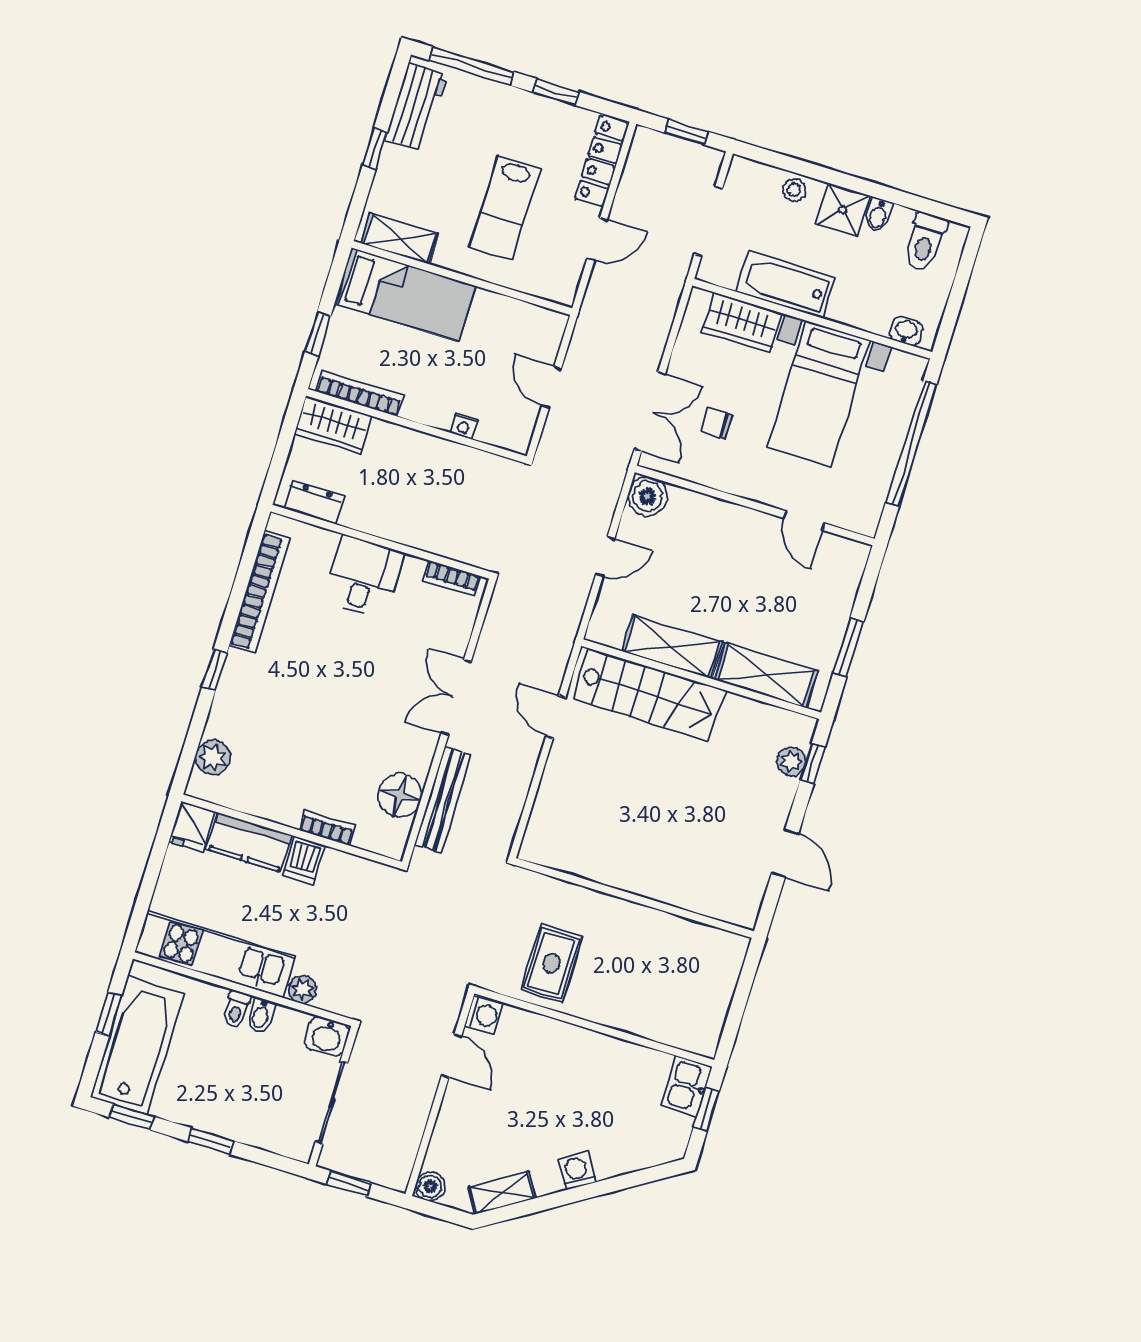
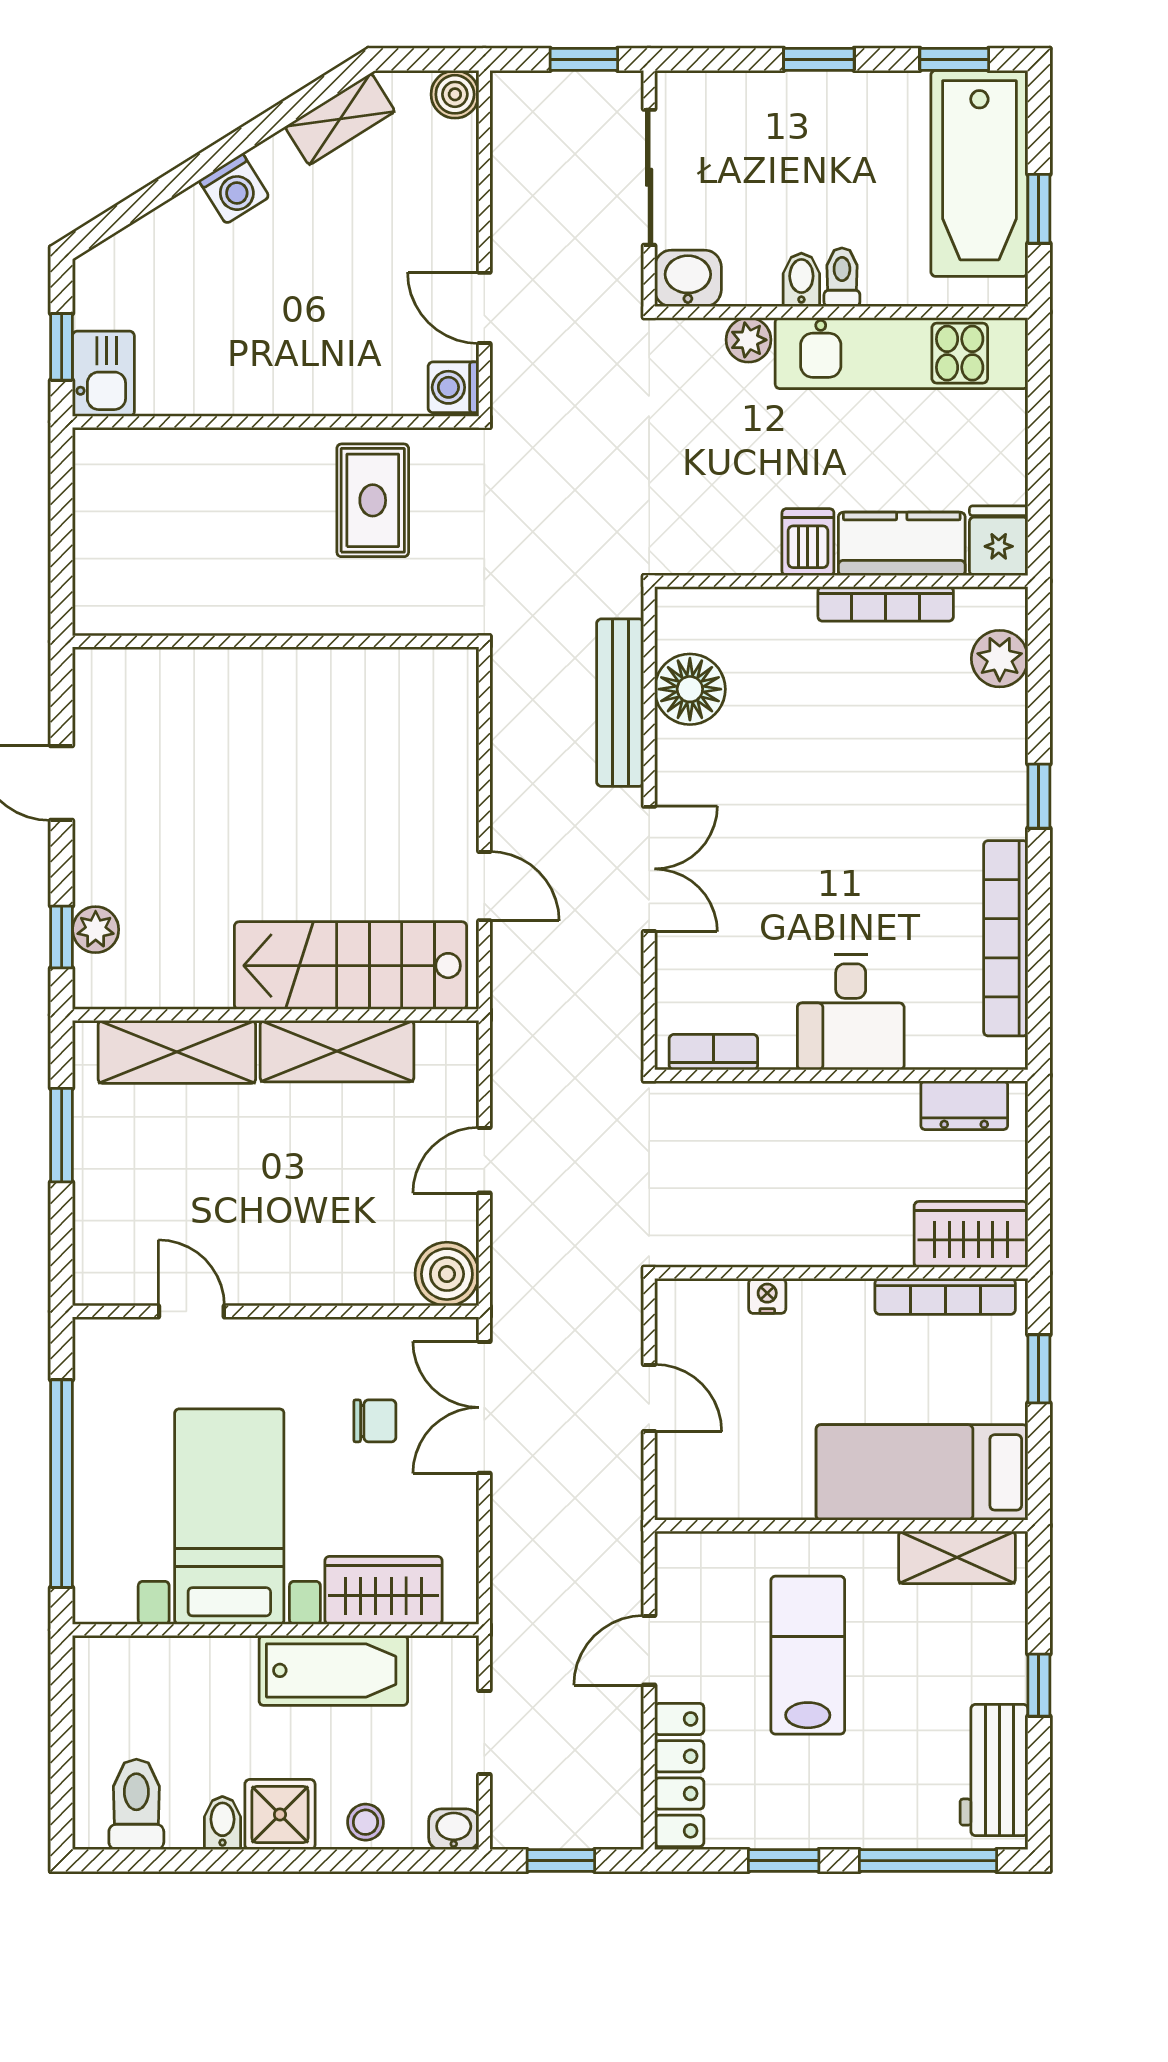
doorway: (708, 221) -> (484, 1733), width x0.73
washbasin: (906, 331) -> (454, 1829), moved, turned 180
bookcase: (327, 828) -> (886, 604), moved, width x1.56

